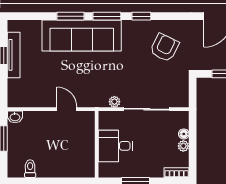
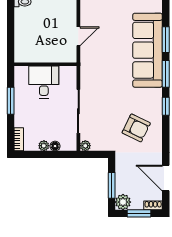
plant: (114, 102) -> (85, 146), moved

